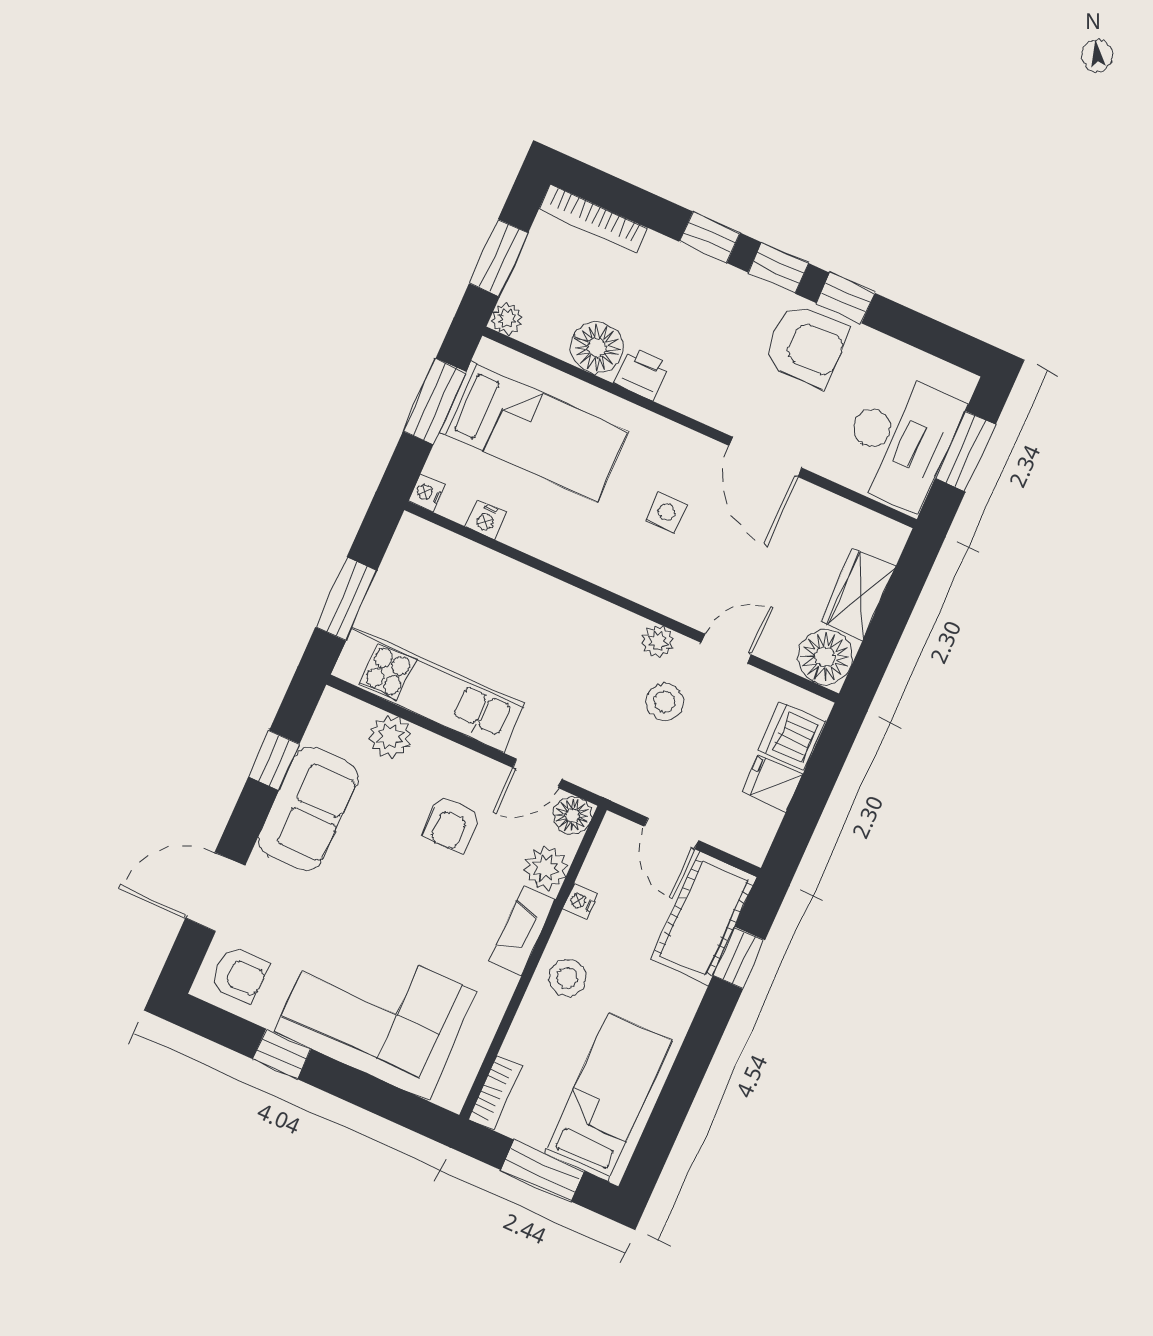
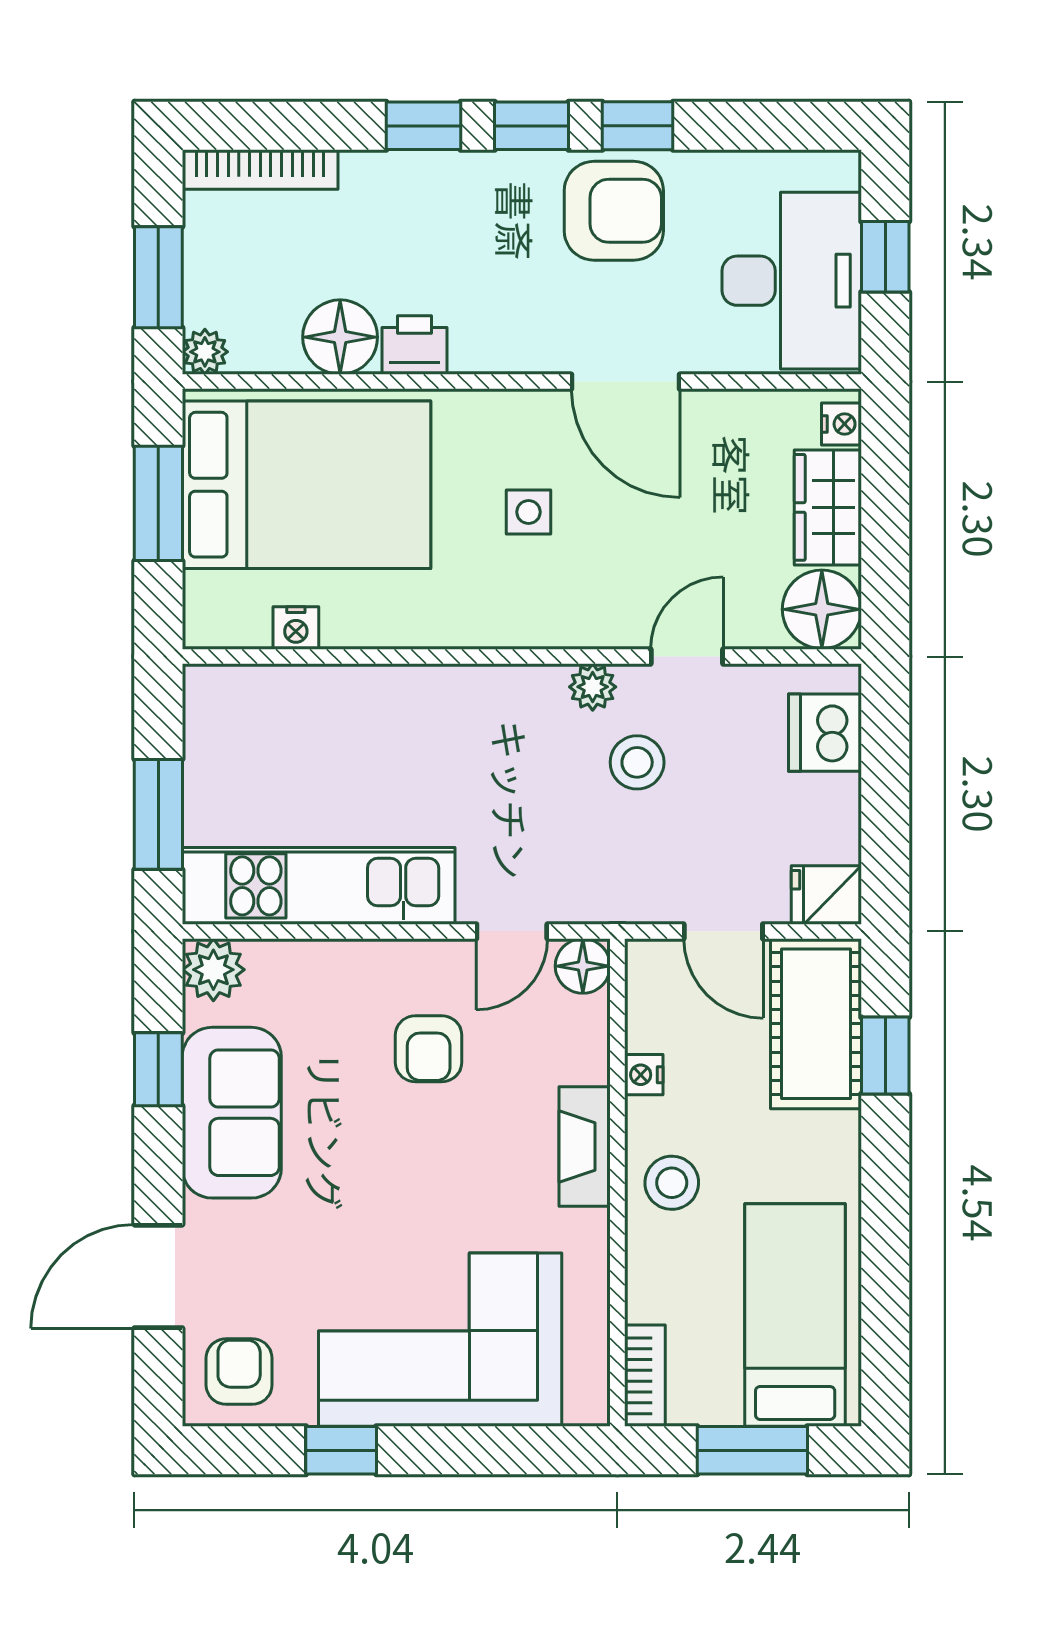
bed: (534, 432) -> (306, 485), width x1.50
window: (965, 451) -> (885, 257), width x0.67
nightstand: (427, 493) -> (841, 424), moved, turned 180
plant: (390, 737) -> (213, 970), moved
fridge: (772, 783) -> (826, 895), moved
plant: (546, 868) -> (579, 1051), removed
armchair: (239, 975) -> (239, 1372), turned -90

